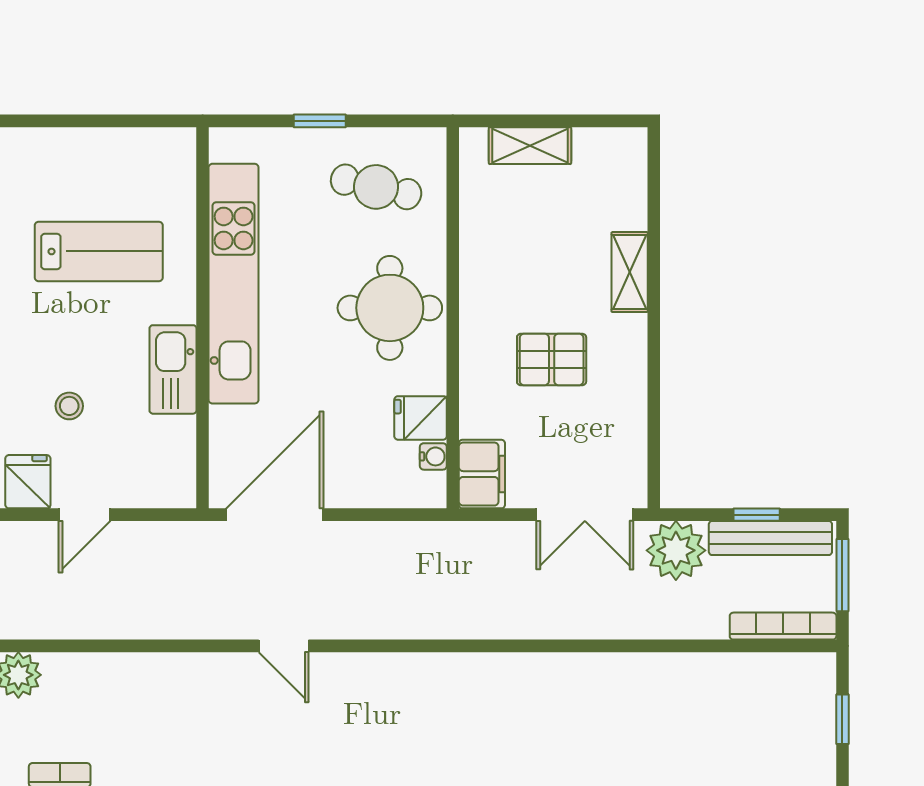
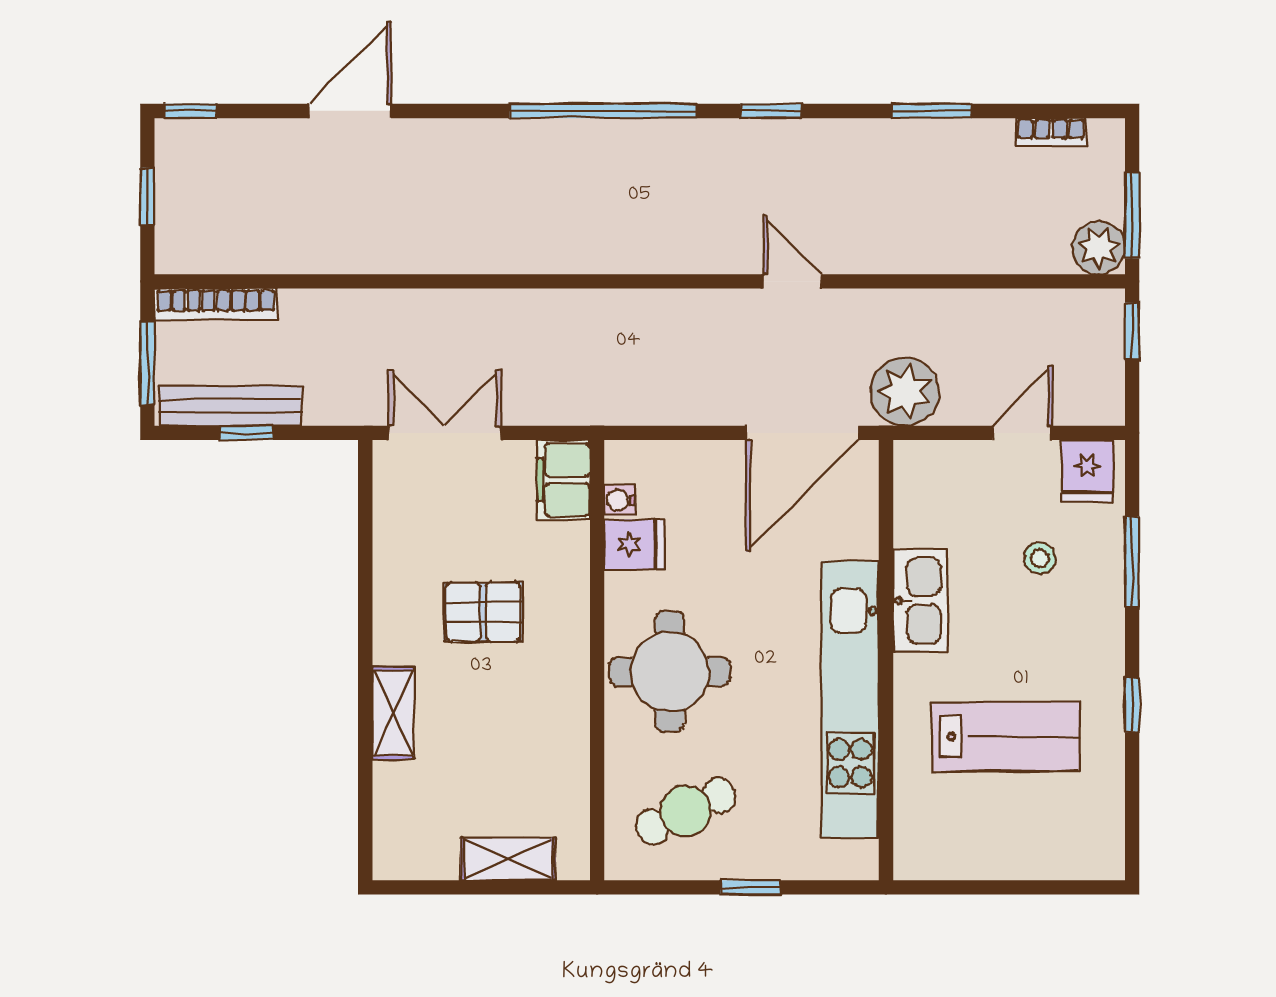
cafe table: (376, 187) -> (686, 811), turned -38
lab bench: (99, 251) -> (1006, 737), turned 180
plant: (676, 550) -> (905, 392), moved

